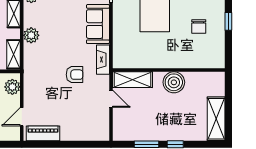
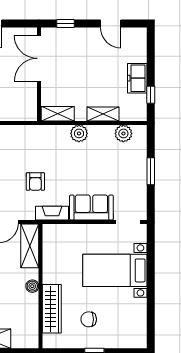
wardrobe: (189, 60) -> (52, 309), added
boiler: (174, 82) -> (32, 286), width x0.54, depth x0.54
plant: (12, 87) -> (22, 112), removed

